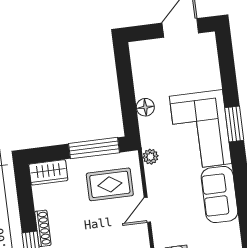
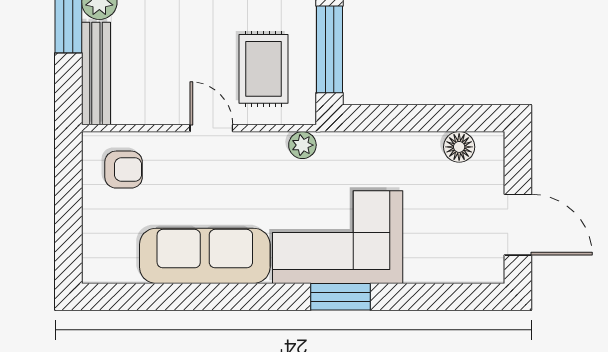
floor lamp: (145, 107) -> (459, 147), moved
sofa: (219, 195) -> (205, 256), width x1.36

